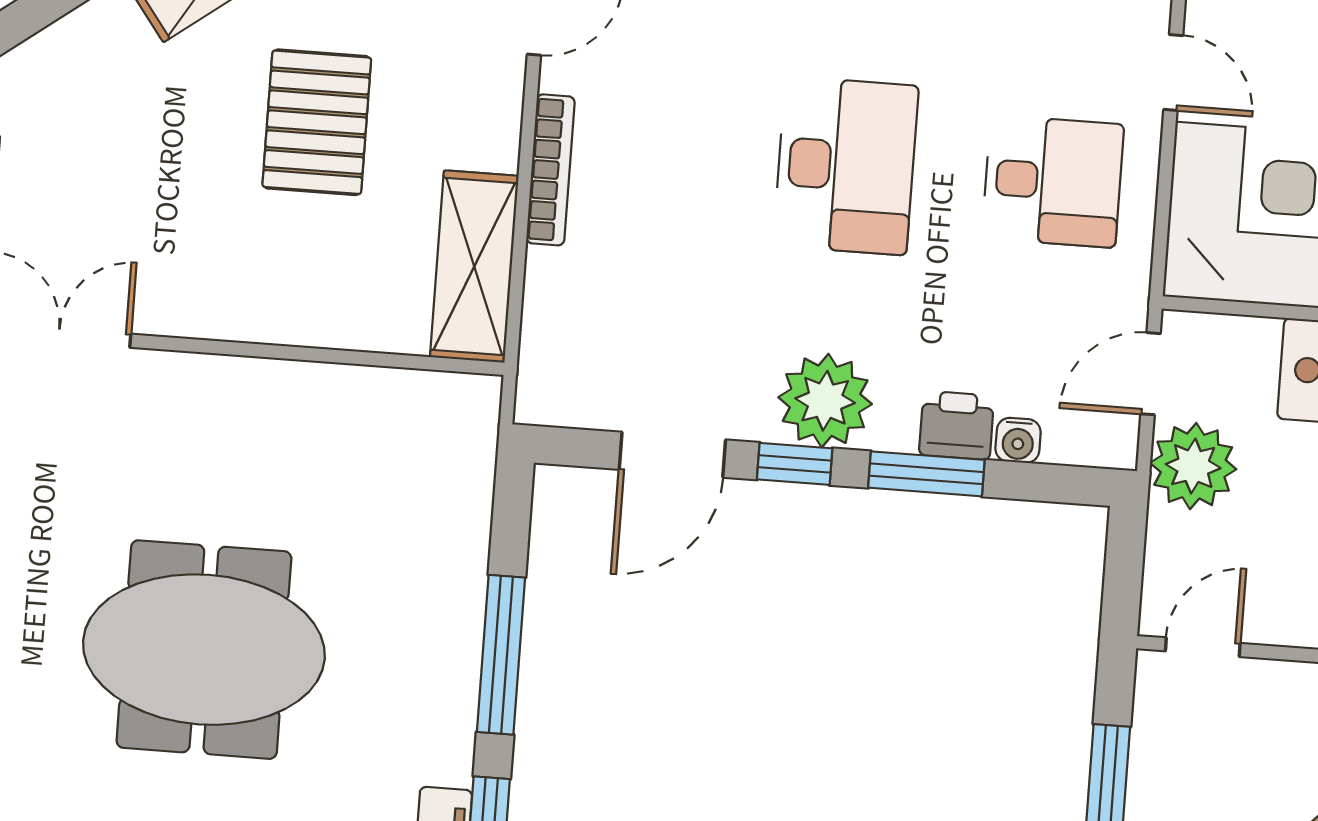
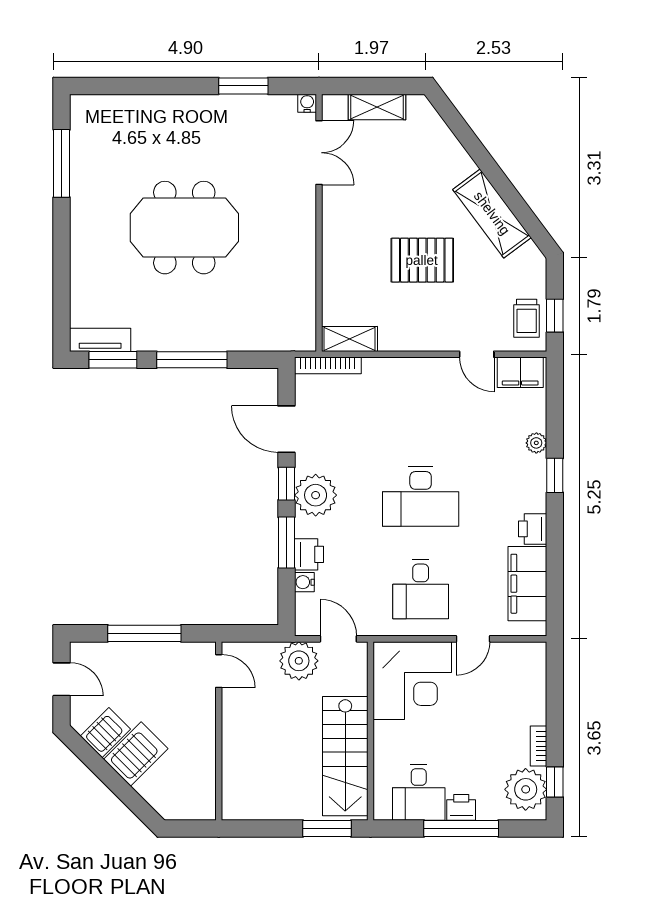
bookcase: (550, 170) -> (328, 365), moved
shelving: (474, 266) -> (350, 339), width x0.67, depth x0.75
meeting table: (204, 650) -> (184, 228), turned 90

